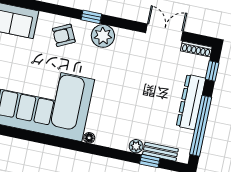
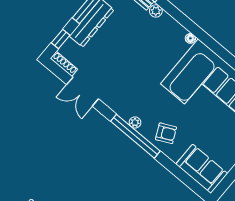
window: (91, 17) -> (135, 136), width x3.17
plant: (103, 36) -> (135, 122), width x0.53, depth x0.53

